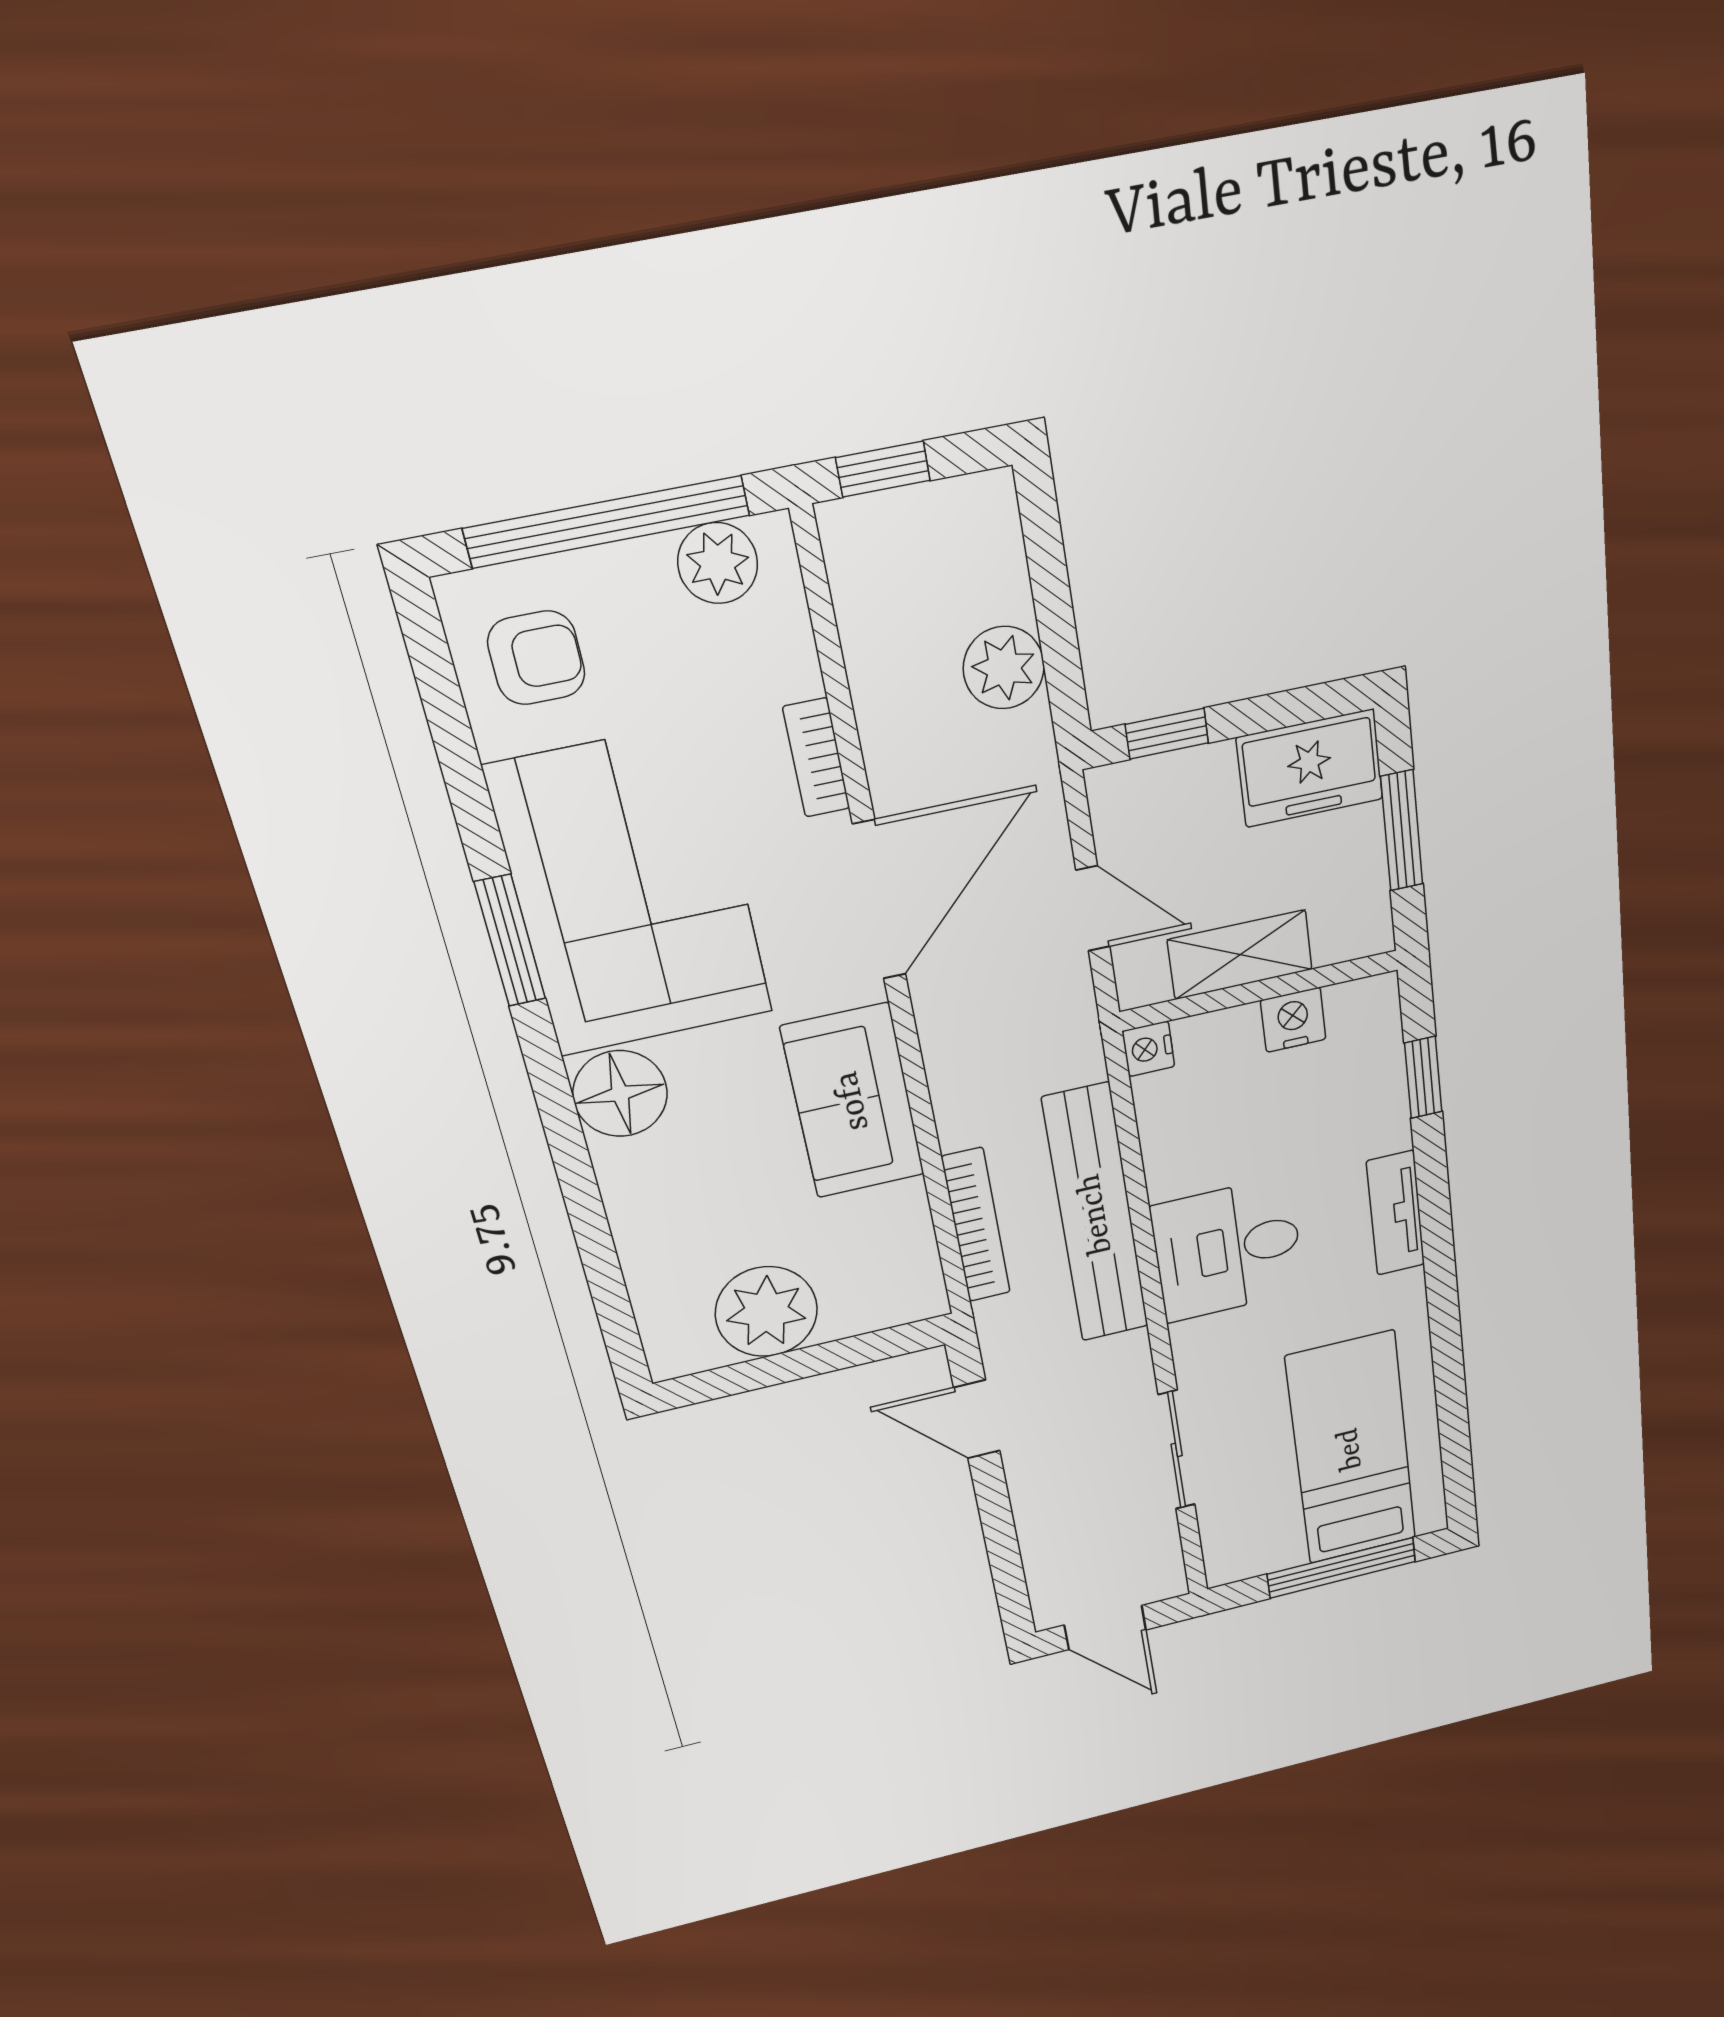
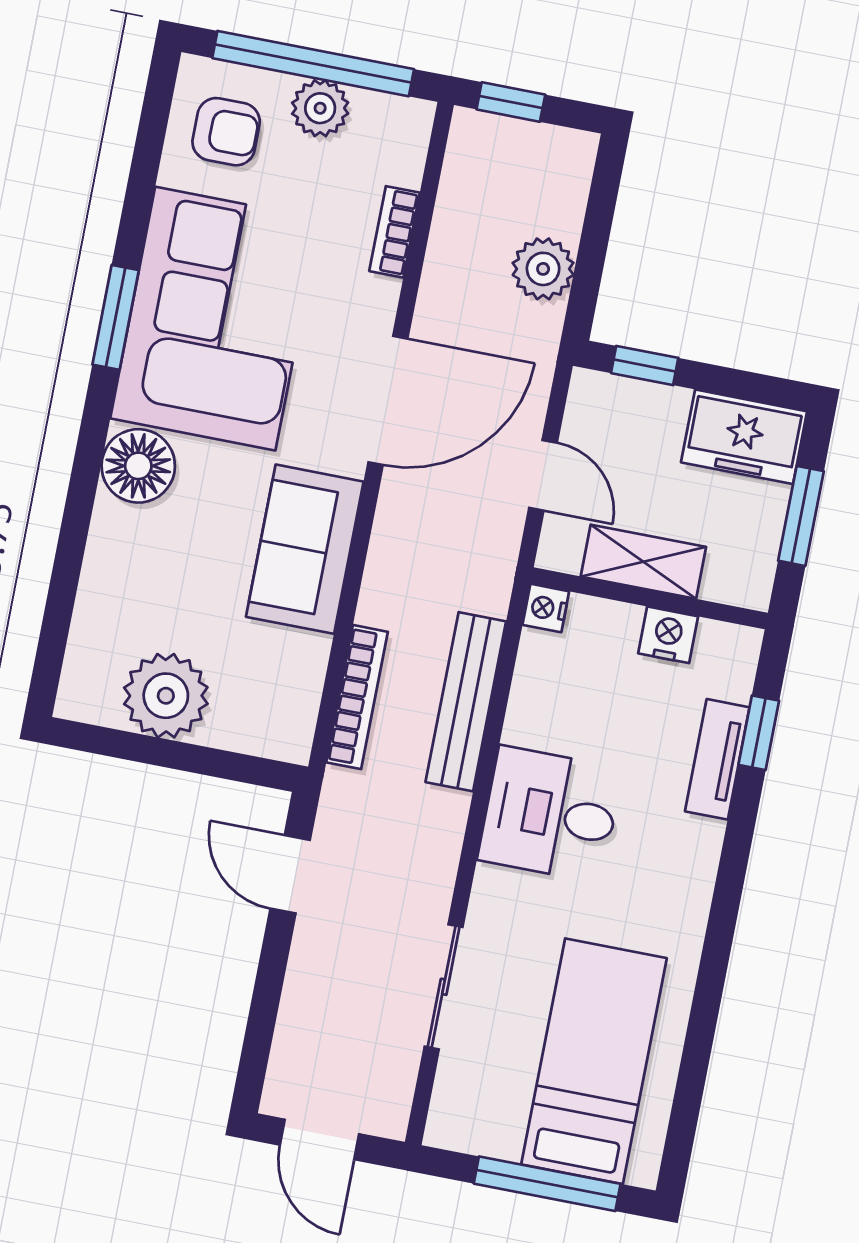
plant: (718, 563) -> (320, 108), moved
bookcase: (816, 758) -> (395, 232), moved
tv unit: (1396, 1213) -> (717, 759), moved
bench: (1096, 1214) -> (466, 702), width x0.73, depth x0.82

